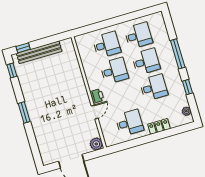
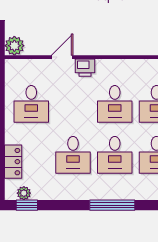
window: (187, 87) -> (27, 205), moved
door: (95, 112) -> (62, 57), swing flipped
locker: (159, 126) -> (13, 162), moved

